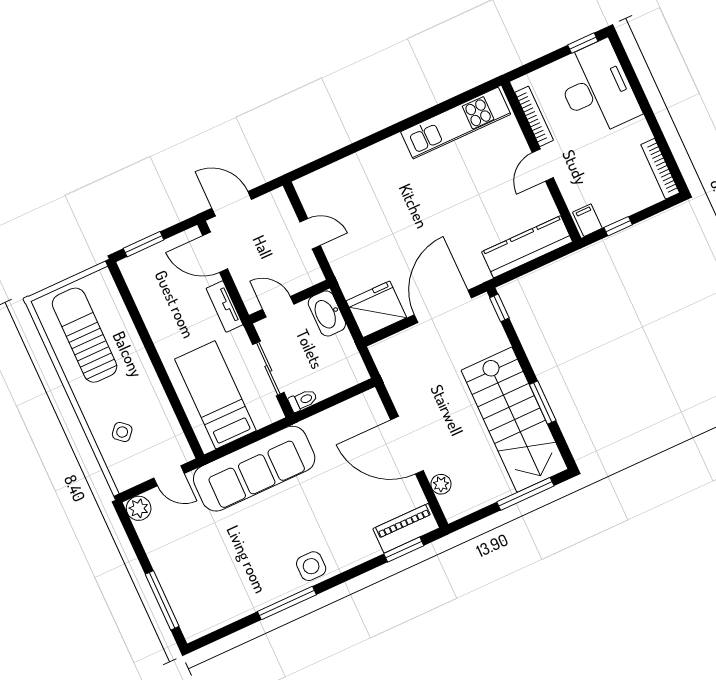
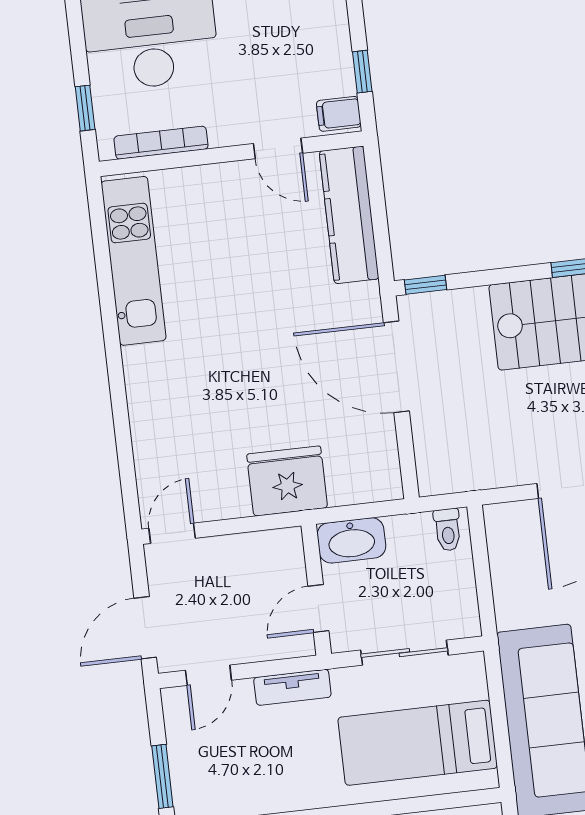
window: (583, 43) -> (85, 108), moved
door: (543, 165) -> (278, 148), moved
door: (310, 234) -> (172, 533), moved
door: (215, 252) -> (208, 675), width x0.73
fridge: (376, 309) -> (287, 481), moved, turned 90
toilet: (303, 400) -> (448, 530), moved, turned 180

